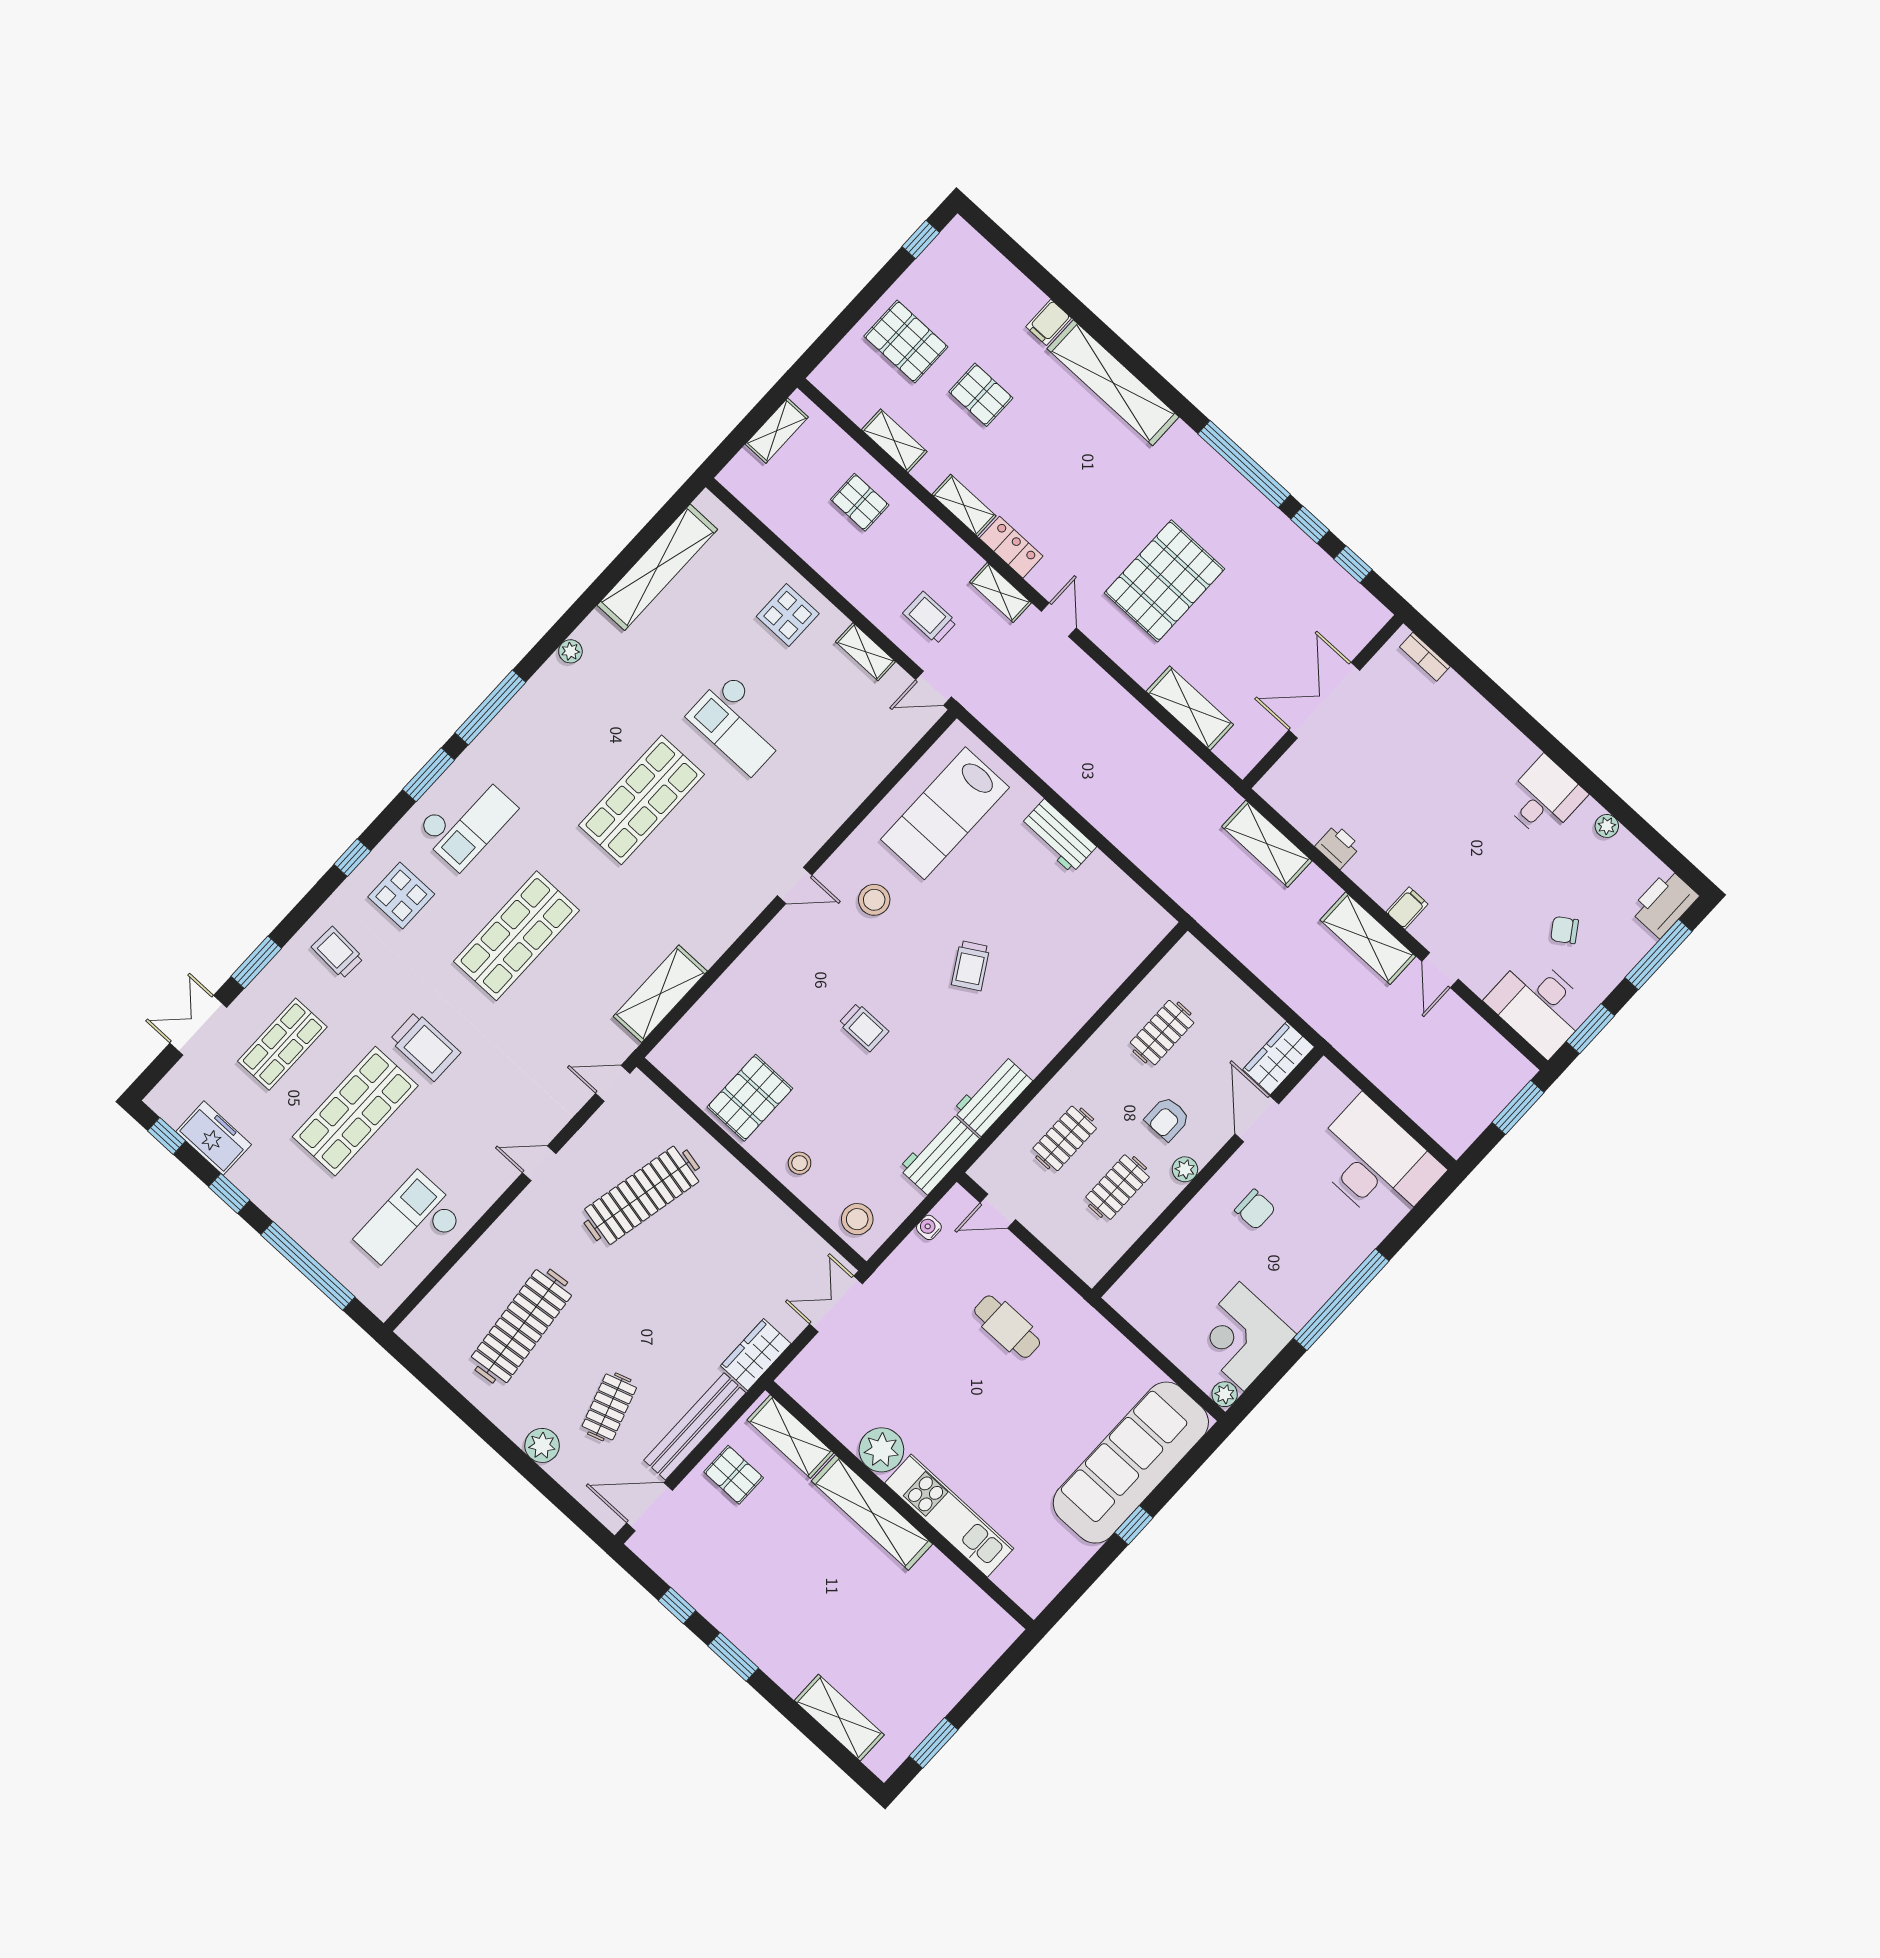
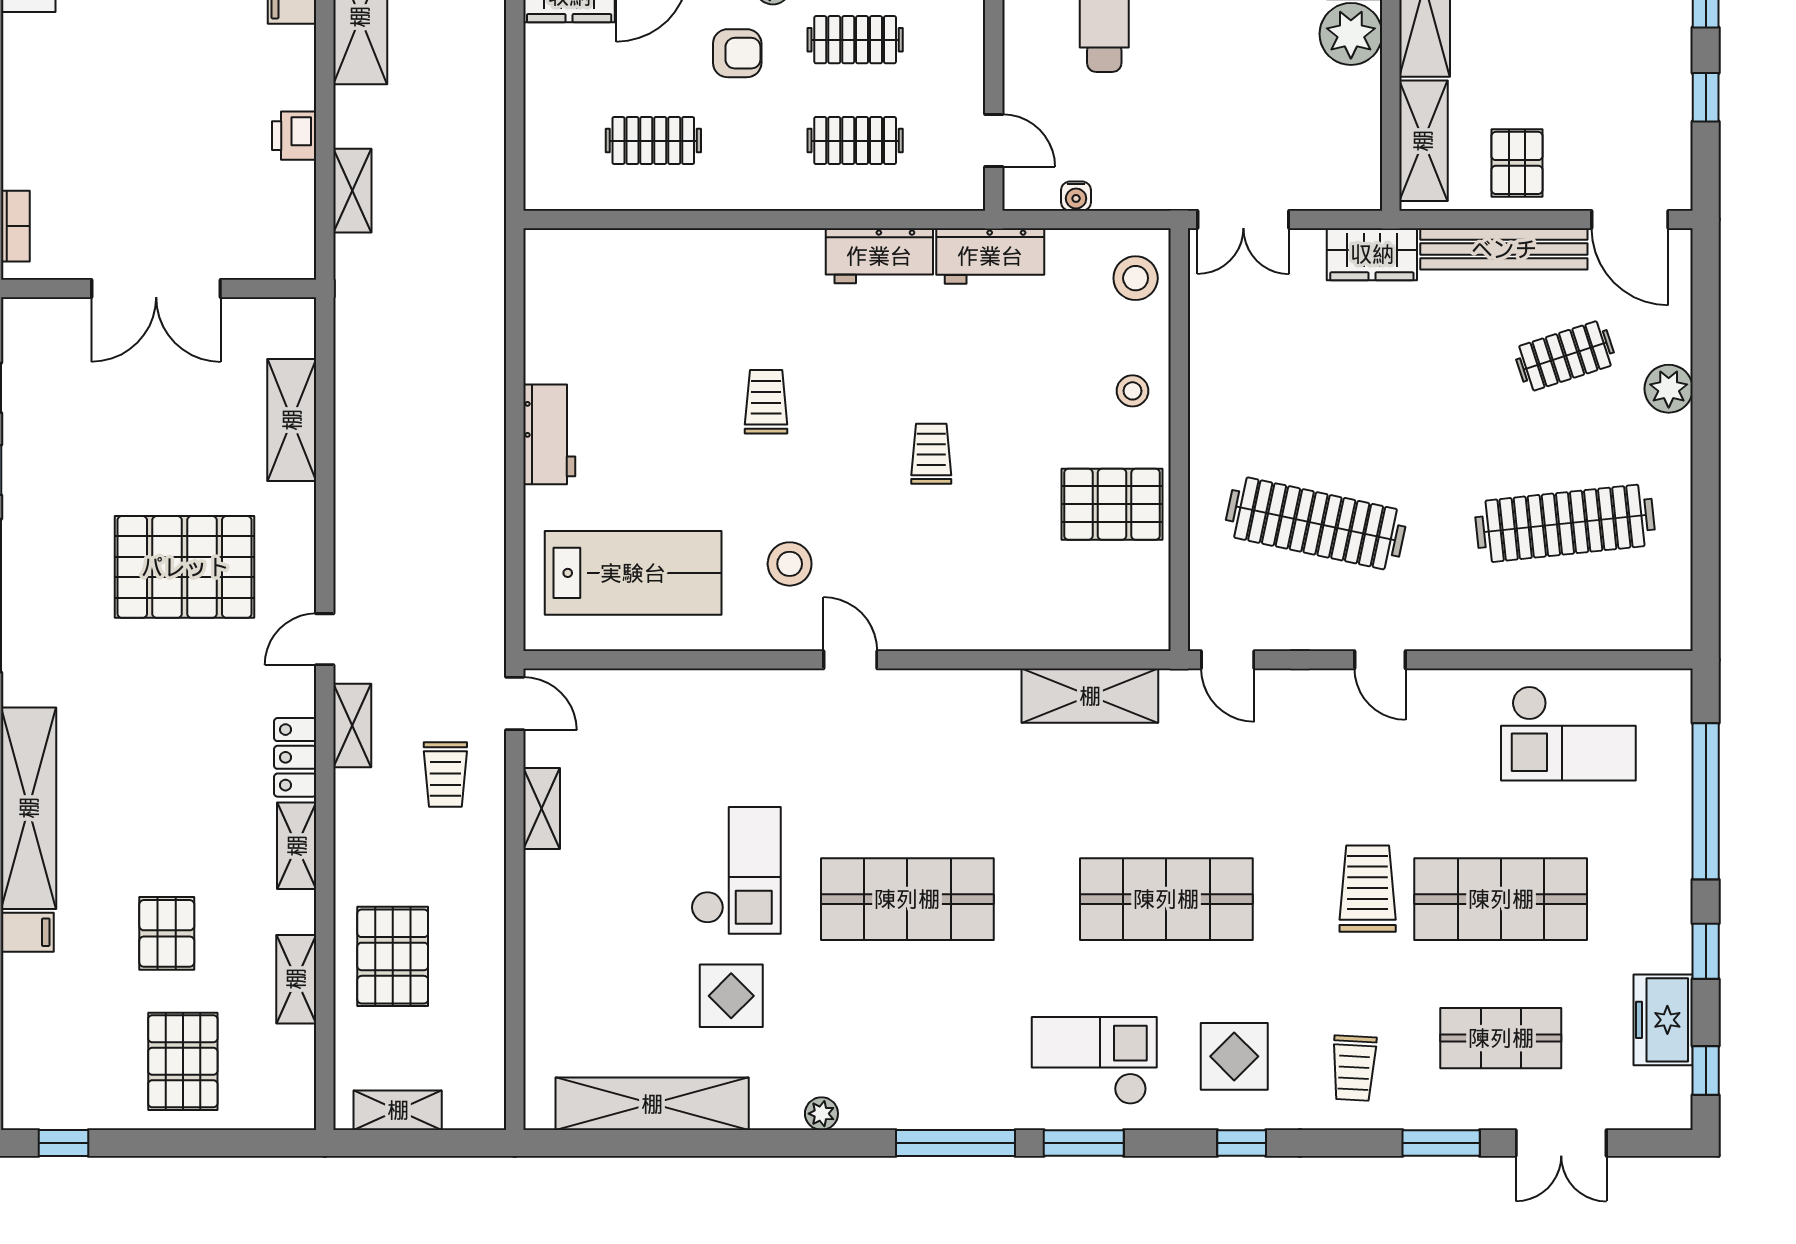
pallet: (860, 502) -> (393, 956), width x1.50, depth x1.42
display table: (788, 615) -> (731, 996), moved
shelving: (1267, 844) -> (352, 191), width x0.67, depth x0.75
trolley: (971, 966) -> (766, 402), turned -59

